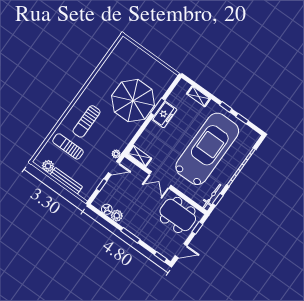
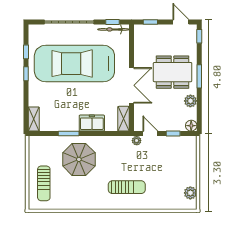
shelving: (199, 96) -> (34, 119), moved
parasol: (133, 101) -> (79, 159), width x0.73, depth x0.73
freezer: (164, 114) -> (92, 123), moved
sun lounger: (68, 146) -> (44, 183), moved
double door: (160, 180) -> (132, 85), width x1.37
bench: (66, 181) -> (192, 167), removed
floor lamp: (107, 209) -> (191, 126), moved
dining table: (178, 215) -> (173, 72), moved, turned 90

